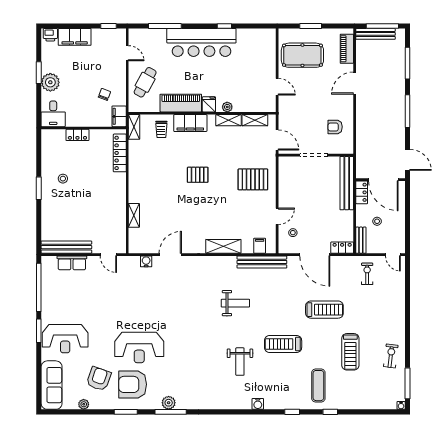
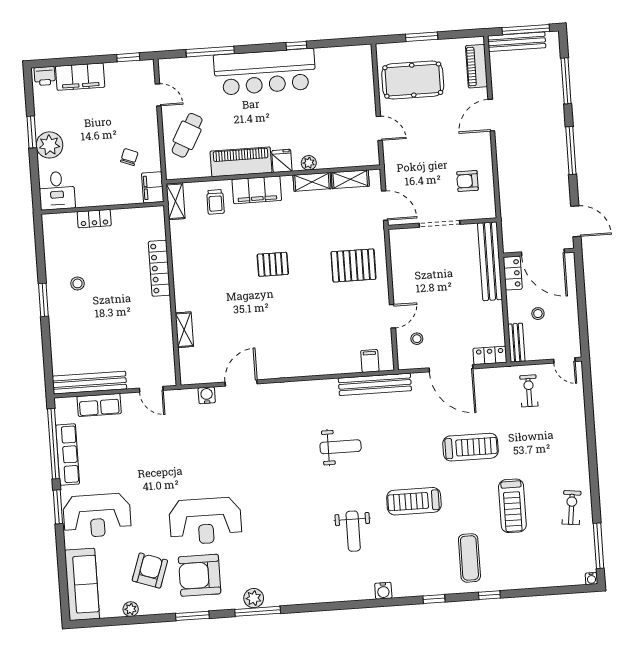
locker: (120, 153) -> (159, 268), moved
shelving: (223, 246) -> (317, 366), removed
row of seats: (48, 295) -> (68, 455), added

